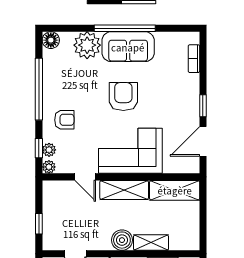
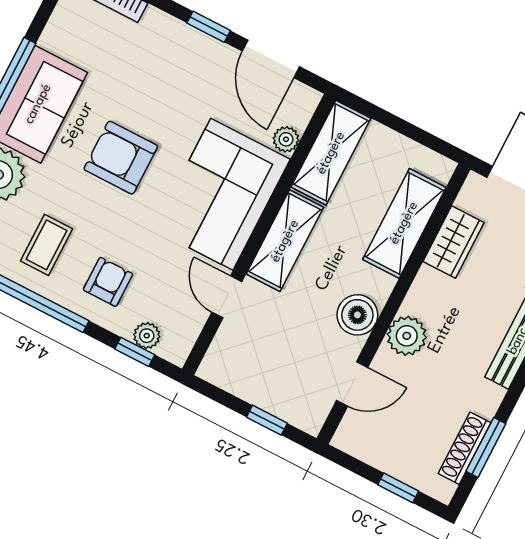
coffee table: (67, 83) -> (47, 245), added
plant: (49, 167) -> (286, 139), moved
door: (85, 177) -> (227, 297), swing flipped
boiler: (122, 240) -> (357, 315), moved
shelving: (151, 243) -> (404, 223), width x1.50, depth x1.33

